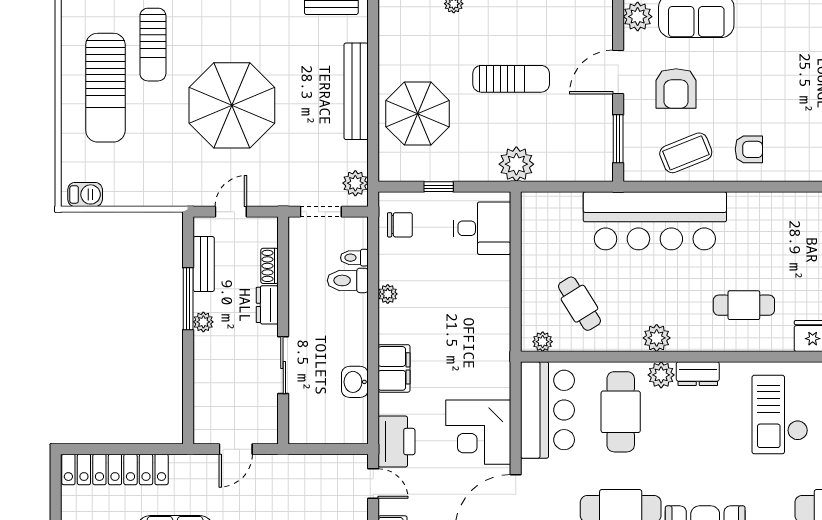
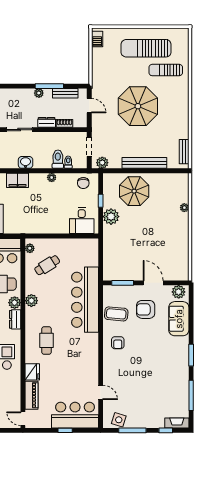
sun lounger: (511, 79) -> (150, 234), removed
coffee table: (686, 153) -> (116, 314), turned -63
plant: (516, 164) -> (111, 217), moved
washbasin: (355, 382) -> (26, 162), moved

